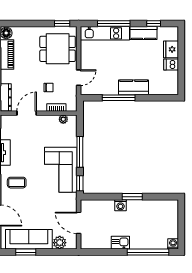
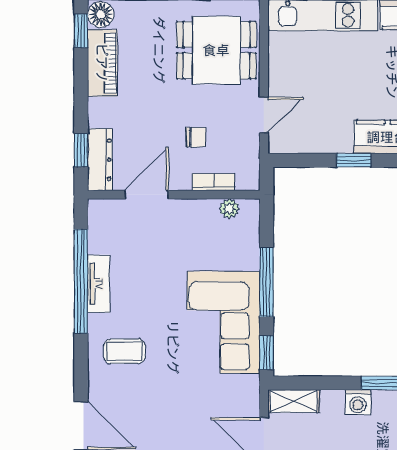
window: (119, 98) -> (354, 160), width x0.46
shelving: (92, 205) -> (294, 401), added

